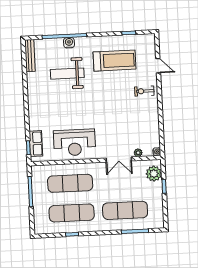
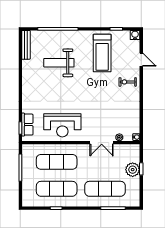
water cooler: (69, 43) -> (135, 35), moved
treadmill: (115, 61) -> (102, 53), turned 90
plant: (154, 174) -> (133, 170), moved

